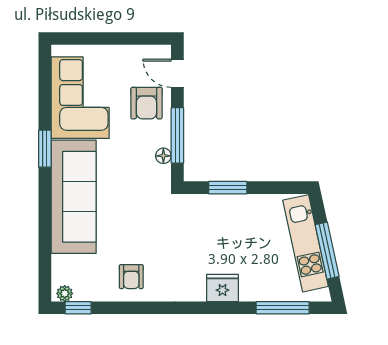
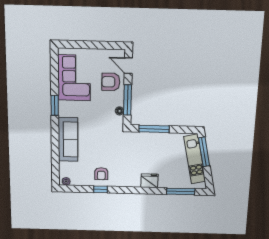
armchair: (146, 103) -> (111, 82), turned 90
window: (228, 188) -> (154, 129), width x1.44
sofa: (74, 197) -> (68, 139), width x0.74, depth x0.79
window: (327, 251) -> (204, 152), moved
window: (78, 308) -> (101, 189), moved

